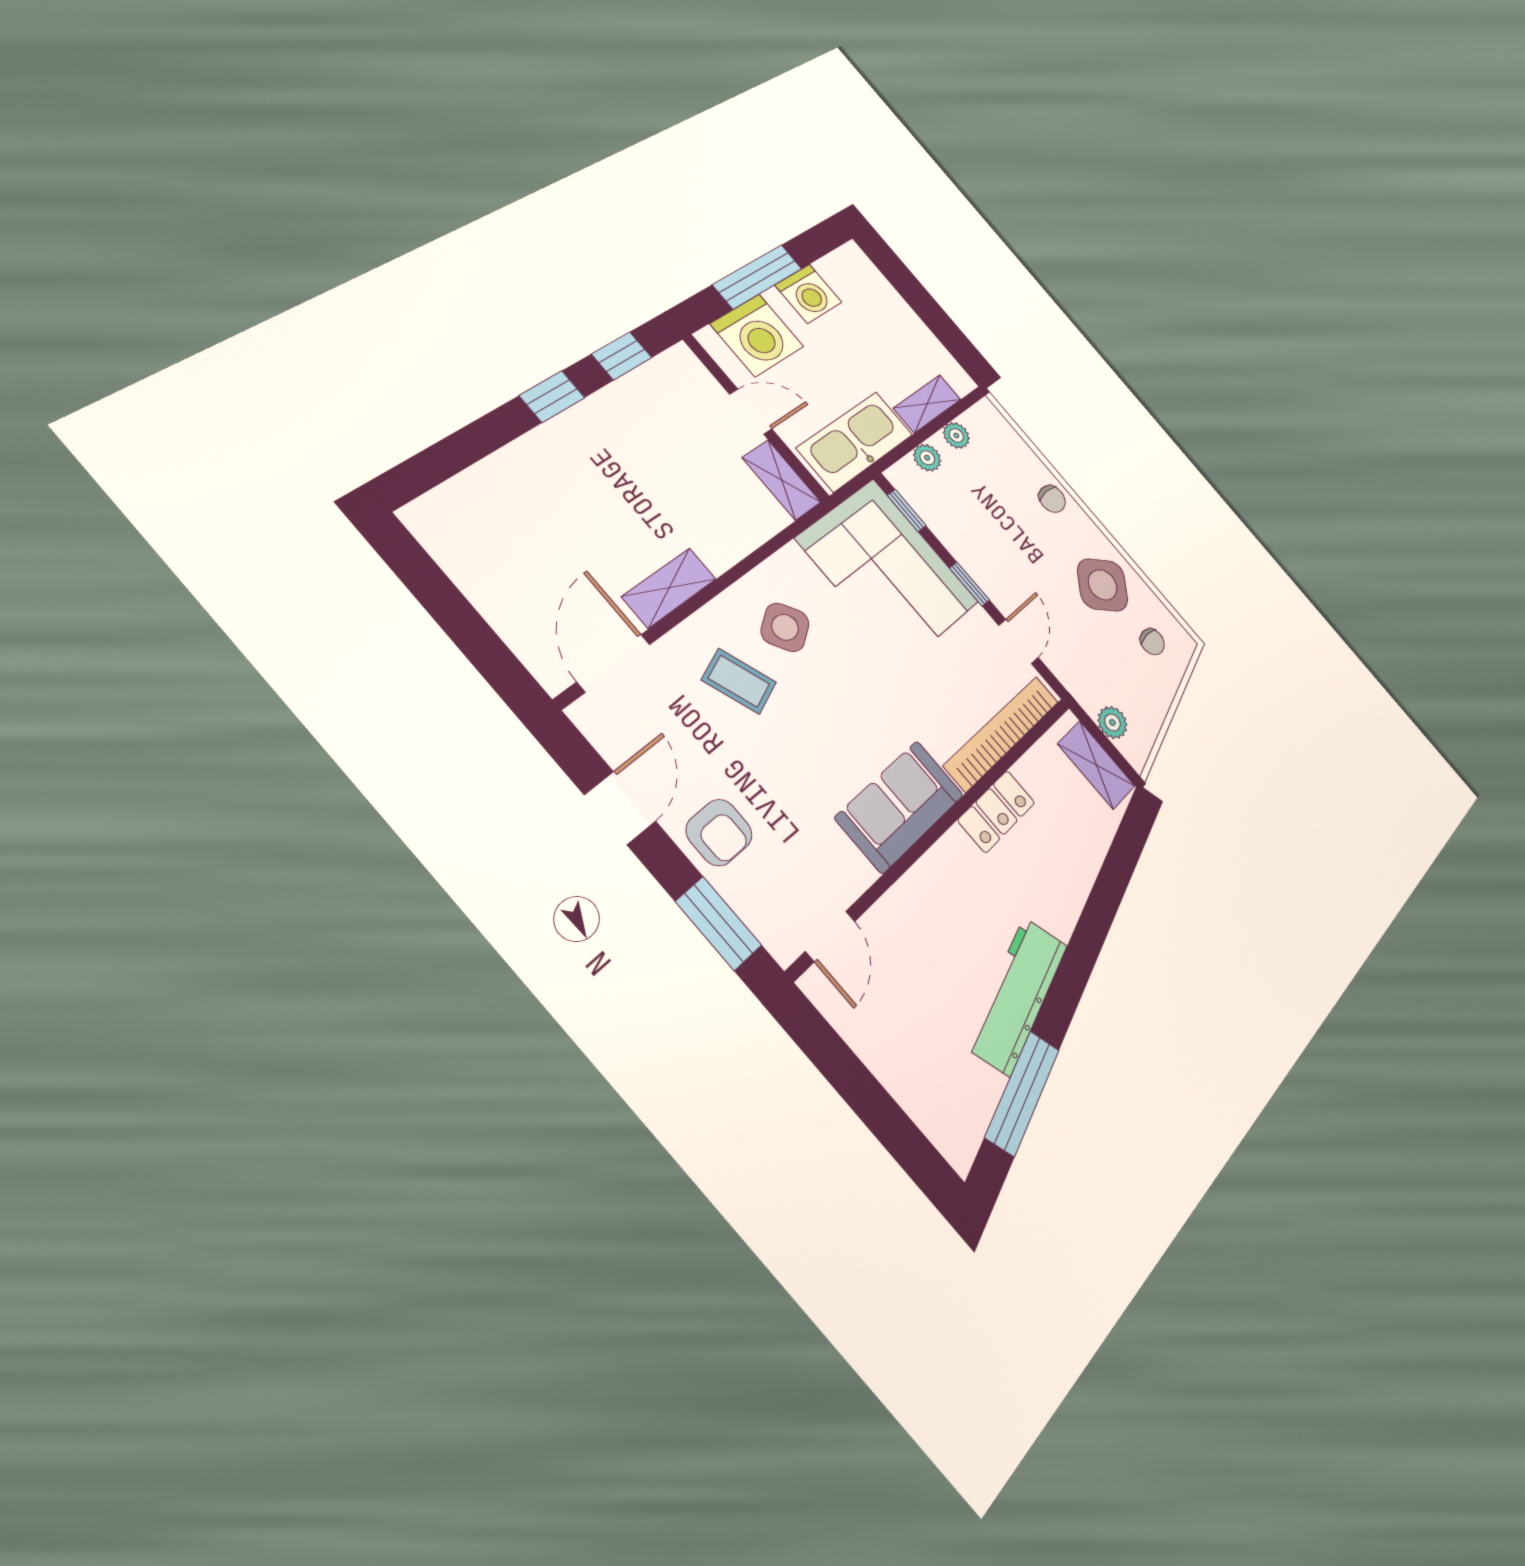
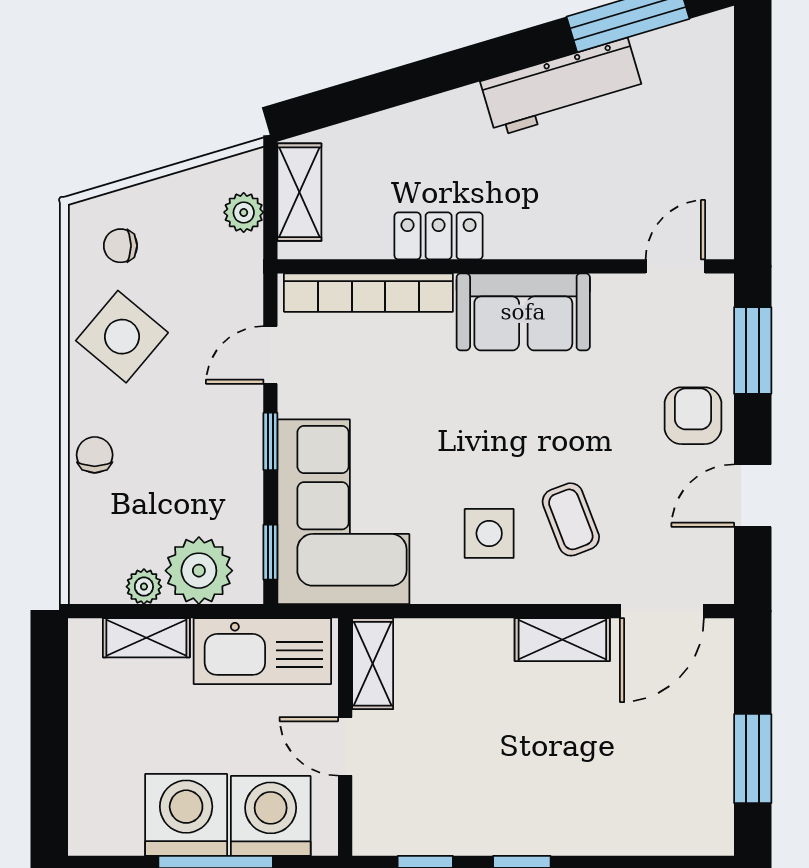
washing machine: (808, 294) -> (186, 815), width x1.37, depth x1.37
plant: (927, 458) -> (199, 571), width x1.88, depth x1.88
window: (442, 599) -> (753, 759), added
side table: (785, 627) -> (489, 533), turned 33
chair: (1152, 642) -> (120, 246), turned -90

